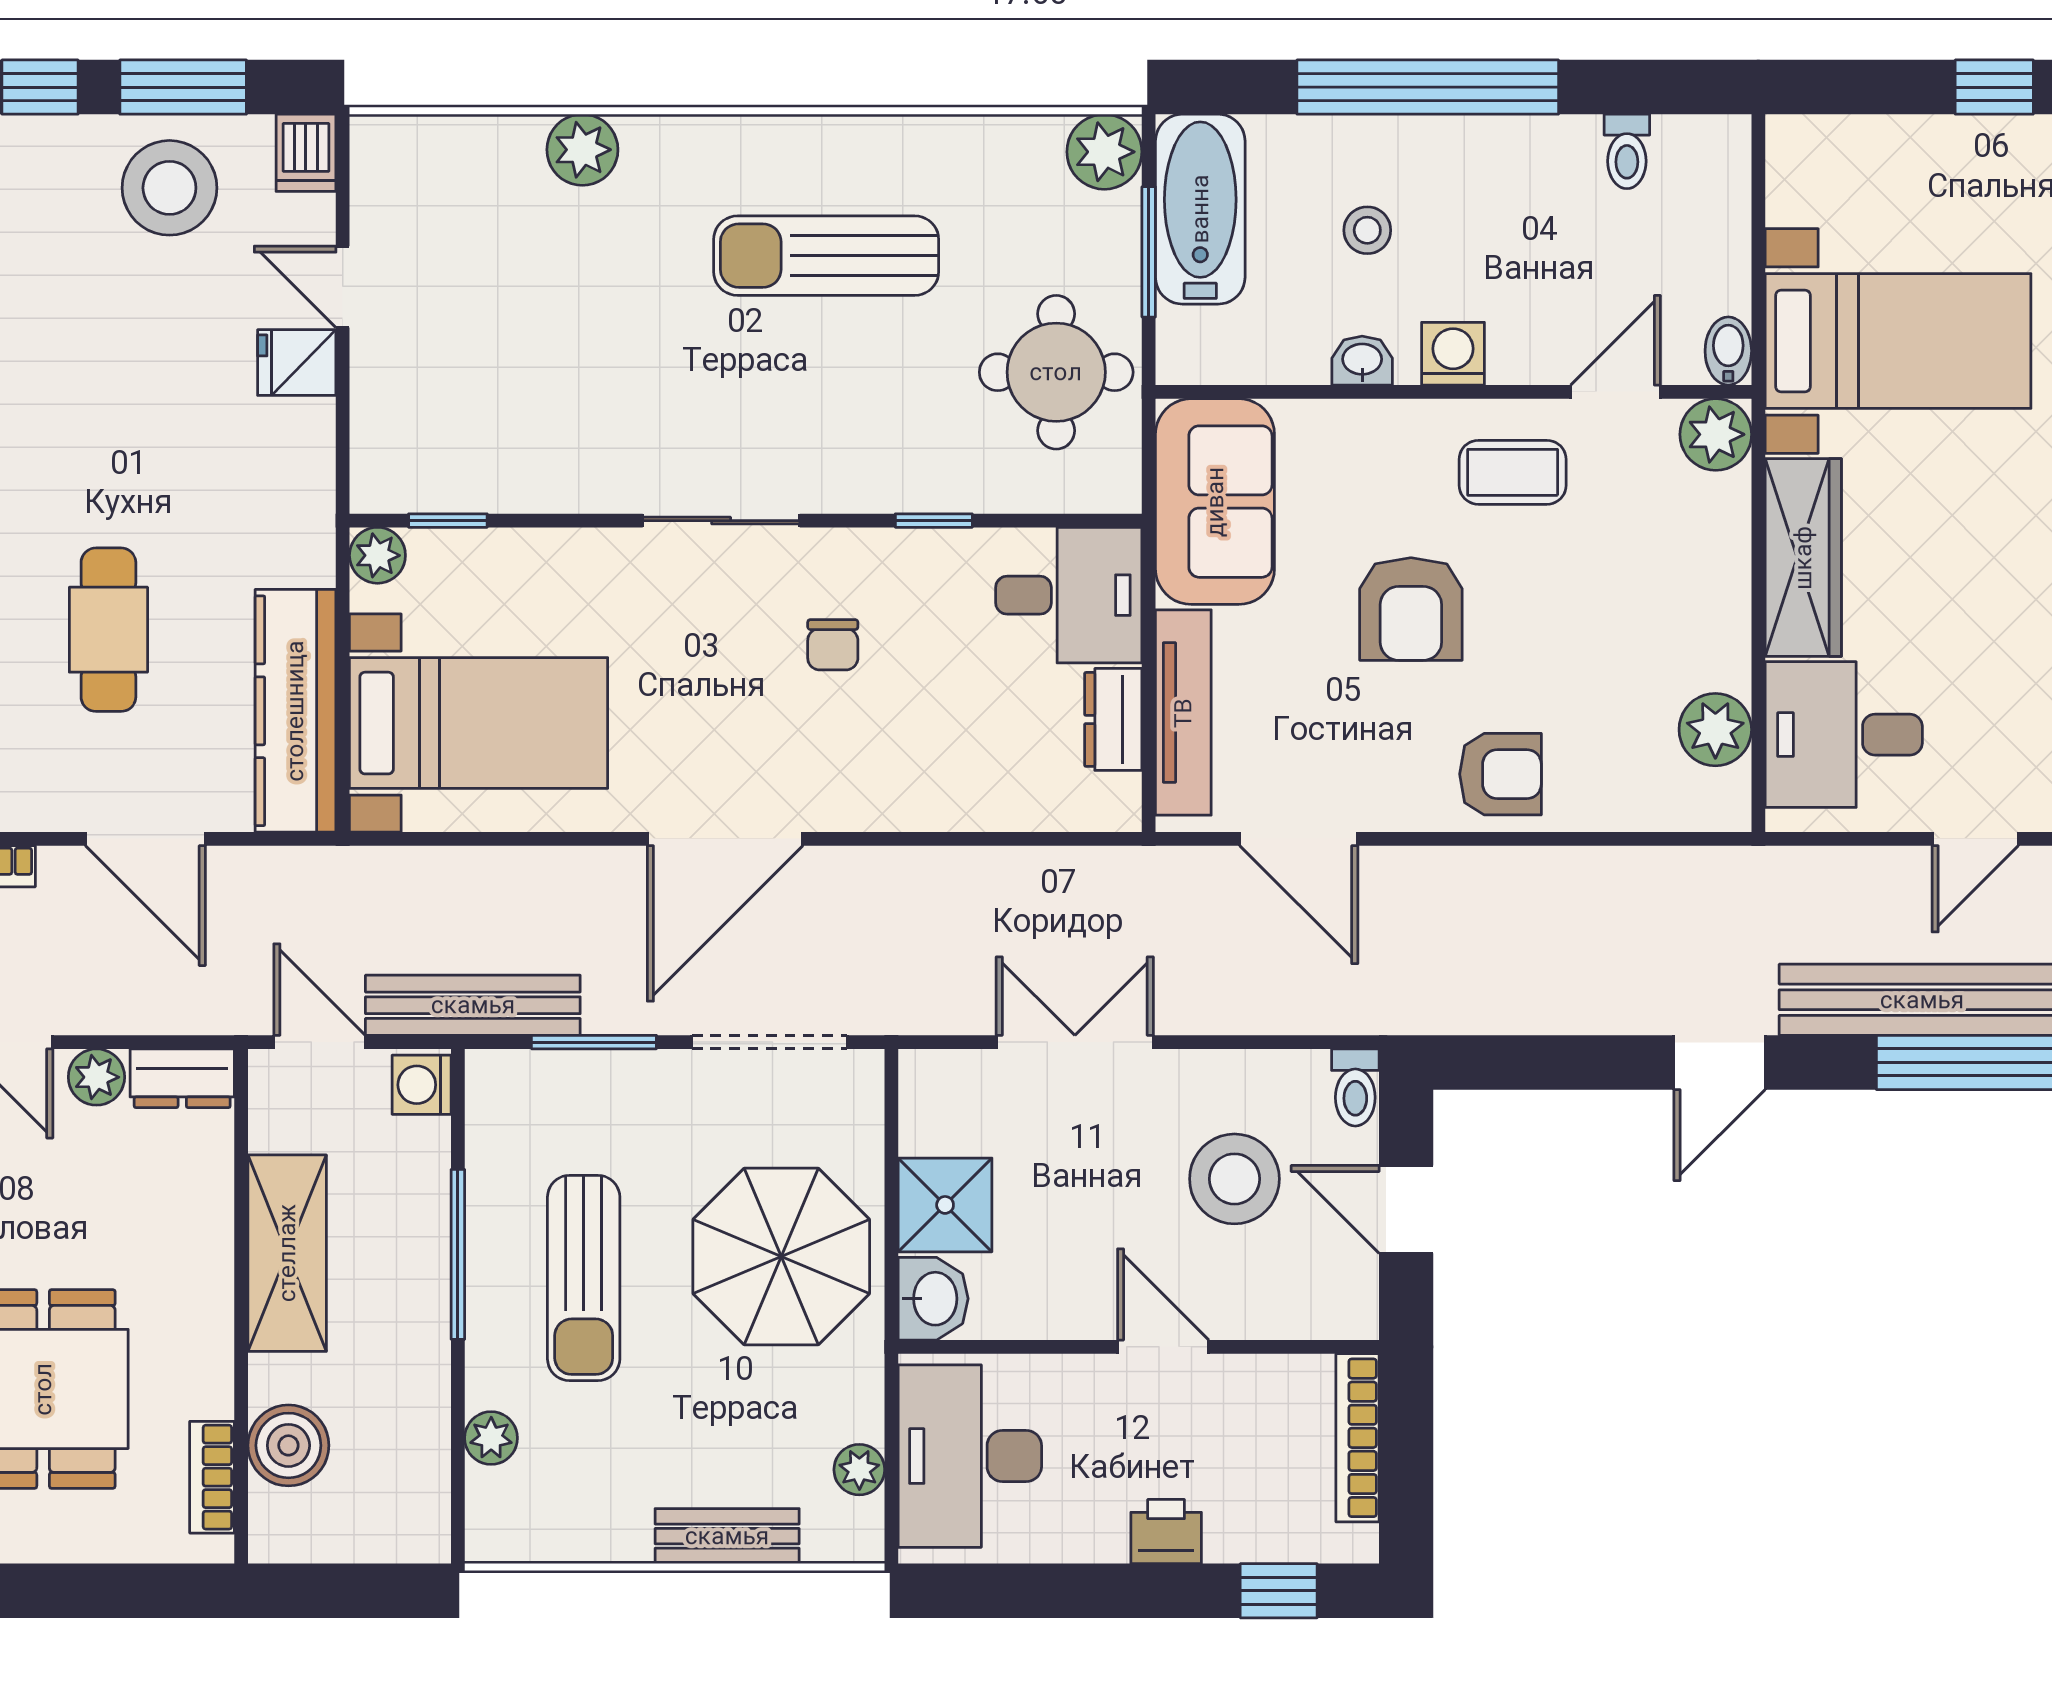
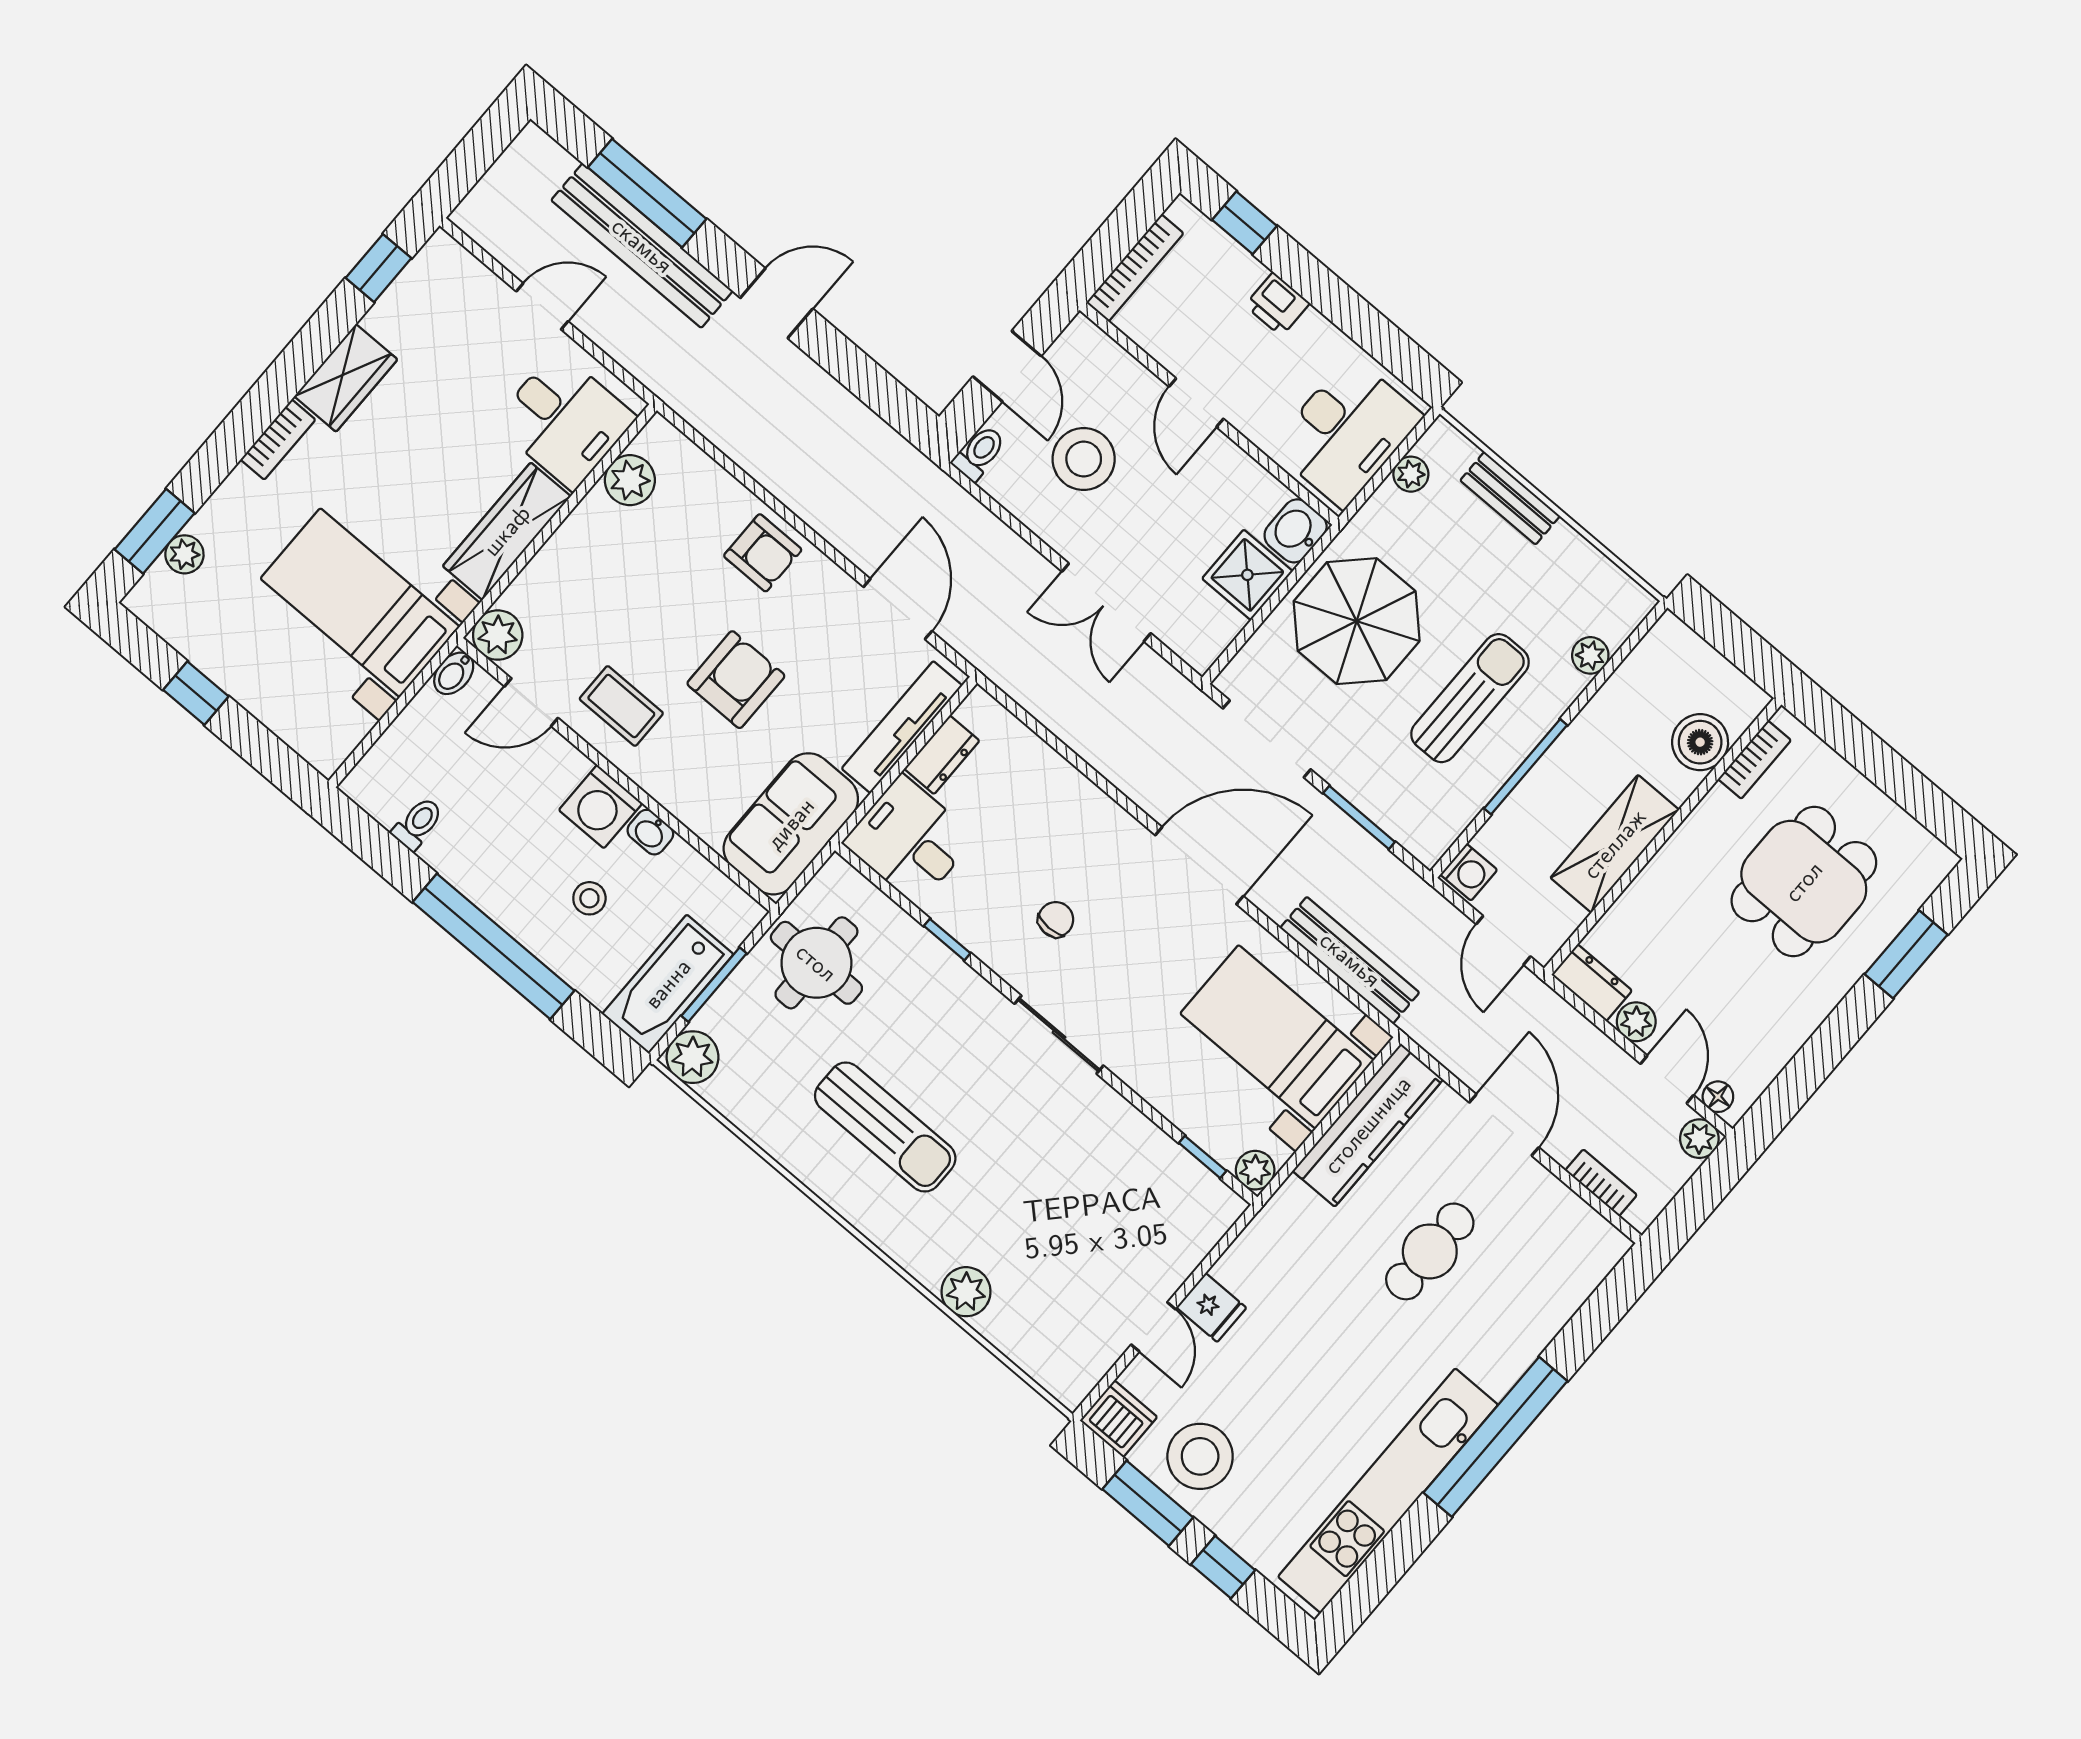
dishwasher: (306, 153) -> (1119, 1419), width x1.38
washing machine: (1453, 354) -> (601, 807), width x1.38, depth x1.38
armchair: (1501, 774) -> (763, 553), turned 180
bench: (473, 1005) -> (1350, 960), moved

